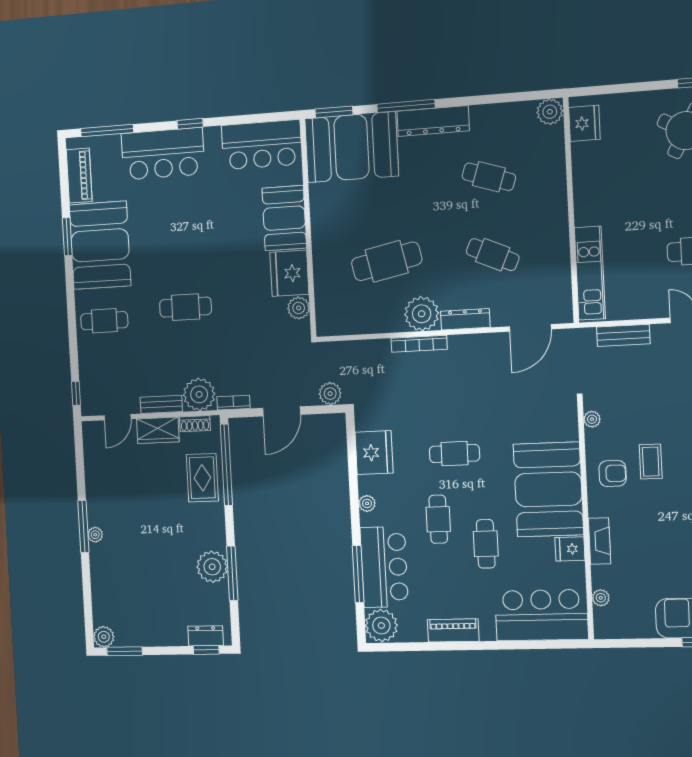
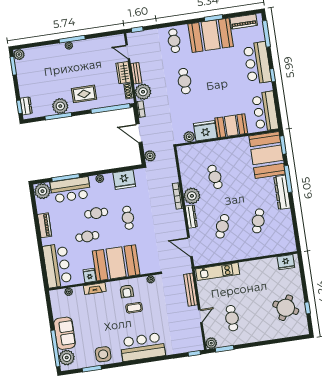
plant: (550, 112) -> (290, 246), removed
cafe table: (387, 261) -> (215, 177), width x0.73, depth x0.74
bench: (623, 335) -> (191, 290), width x1.36
rug: (202, 478) -> (84, 94), moved

